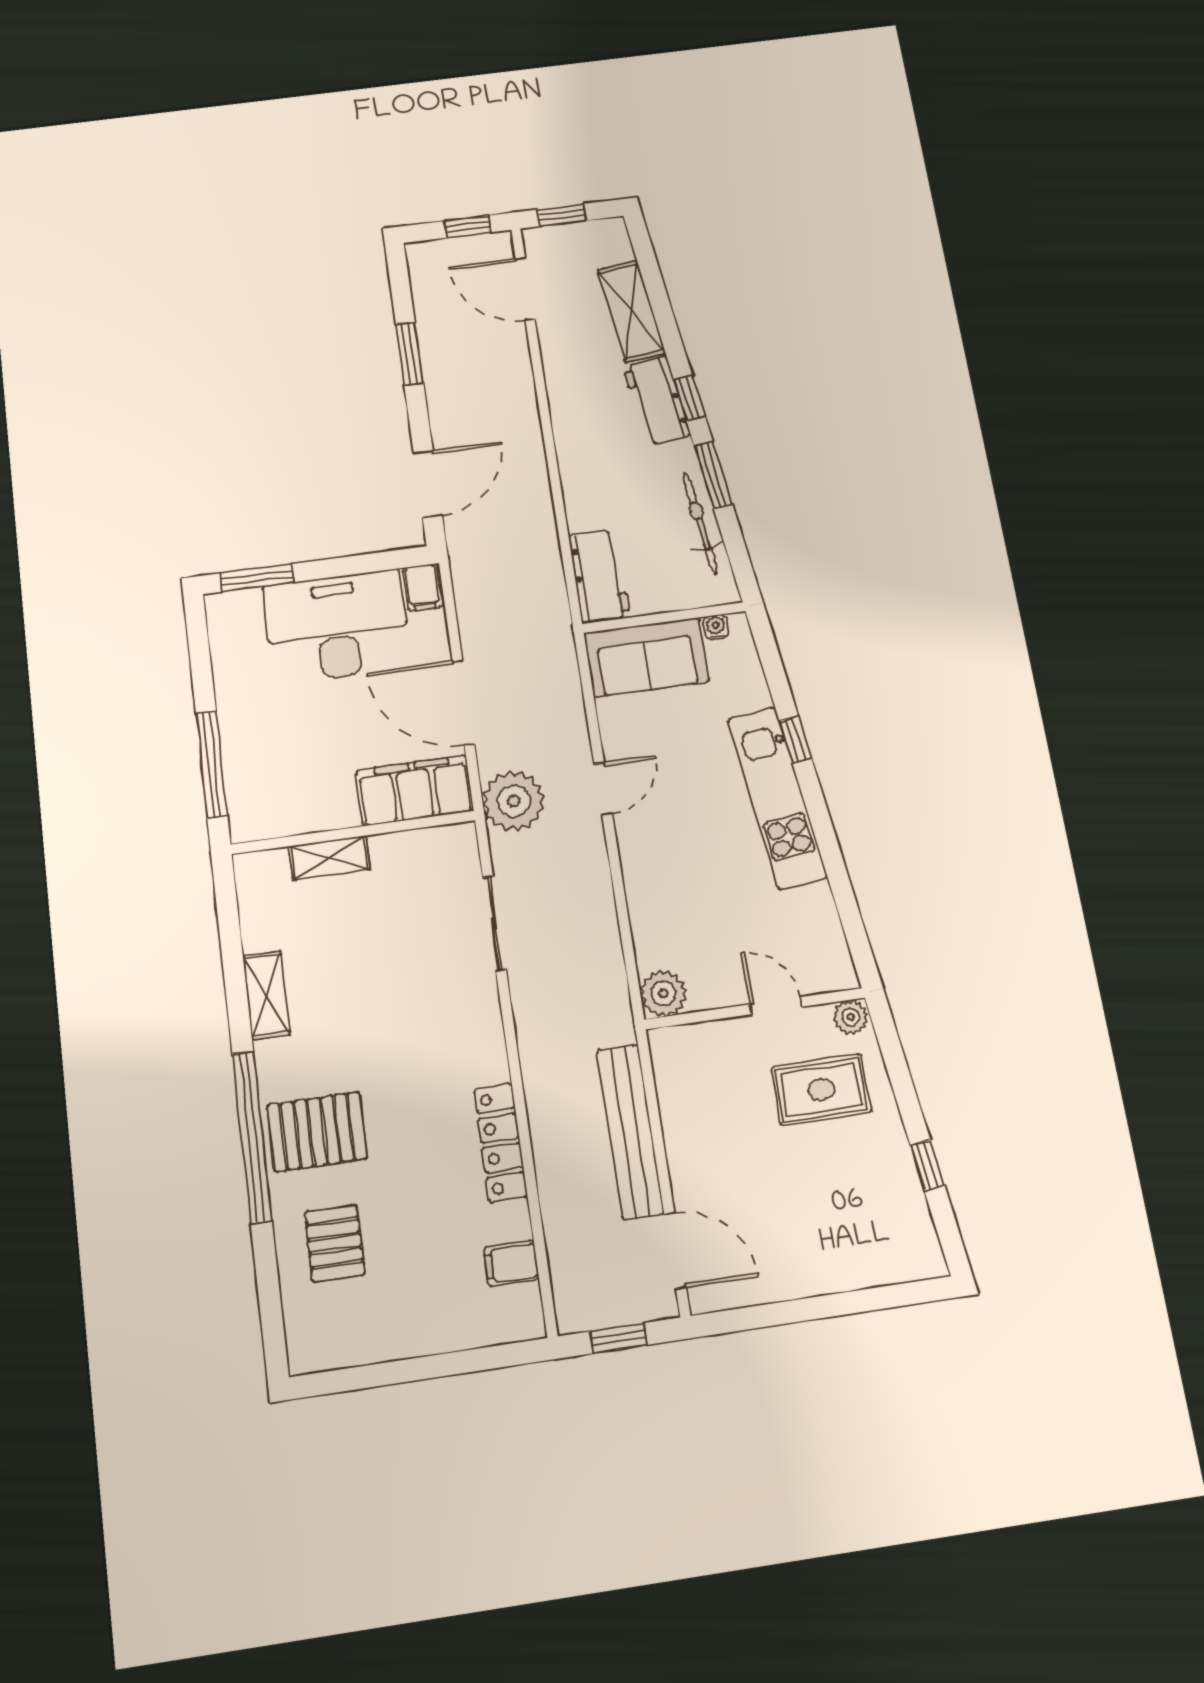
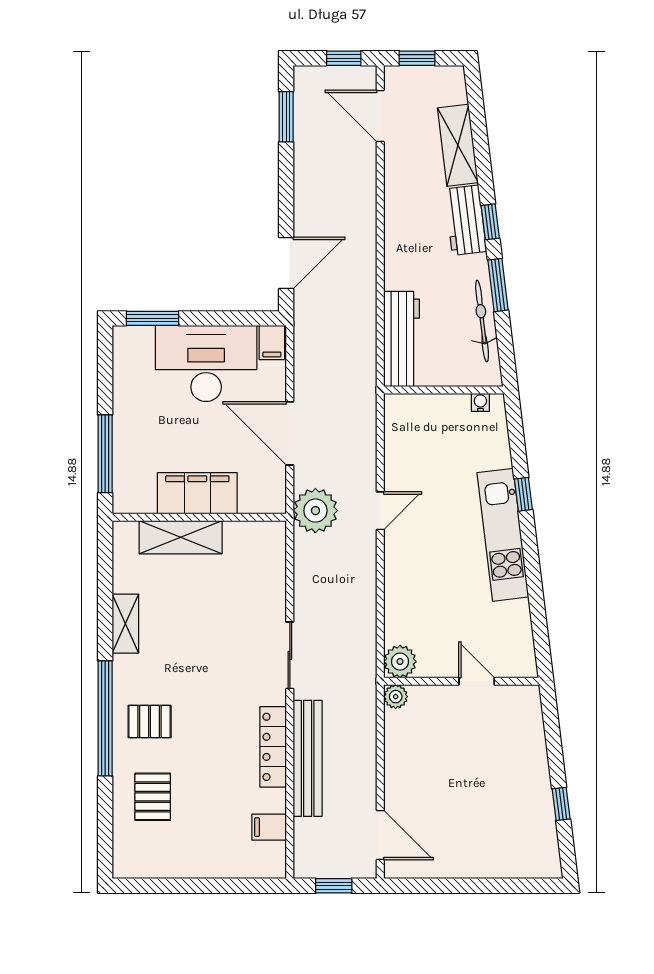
window: (410, 353) -> (286, 117), moved
workbench: (599, 576) -> (402, 339), width x1.38
sofa: (646, 657) -> (426, 418), removed
filing cabinet: (415, 791) -> (197, 493), moved
shelving: (330, 858) -> (181, 537), width x1.50, depth x1.33
sliding door: (494, 923) -> (290, 655), moved
plant: (851, 1017) -> (396, 697), moved
rug: (821, 1090) -> (498, 743), removed
bench: (630, 1131) -> (308, 758), moved
pallet: (317, 1132) -> (150, 721), width x0.67, depth x0.71

